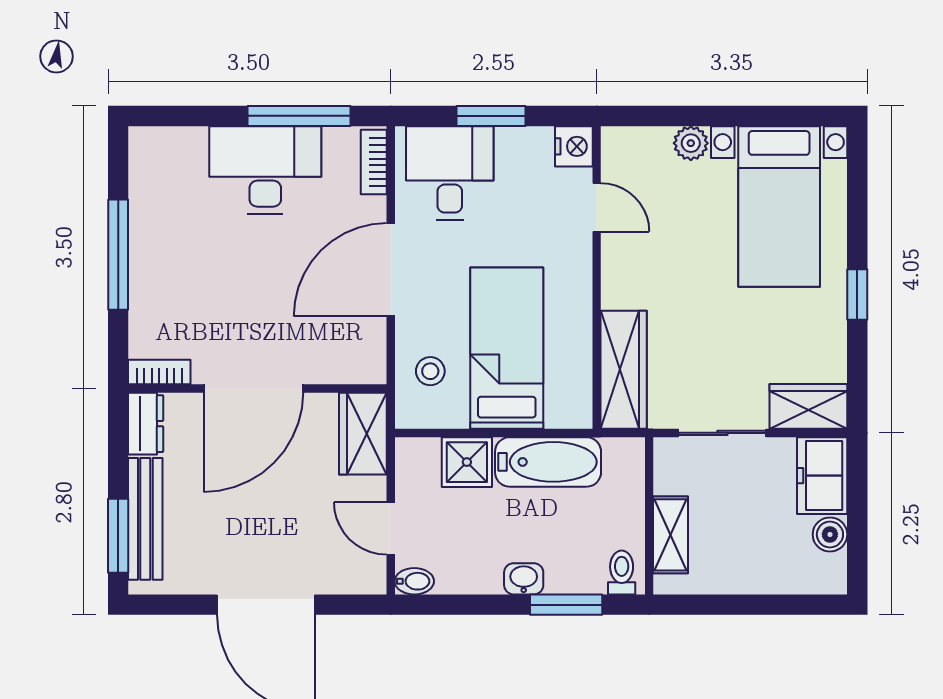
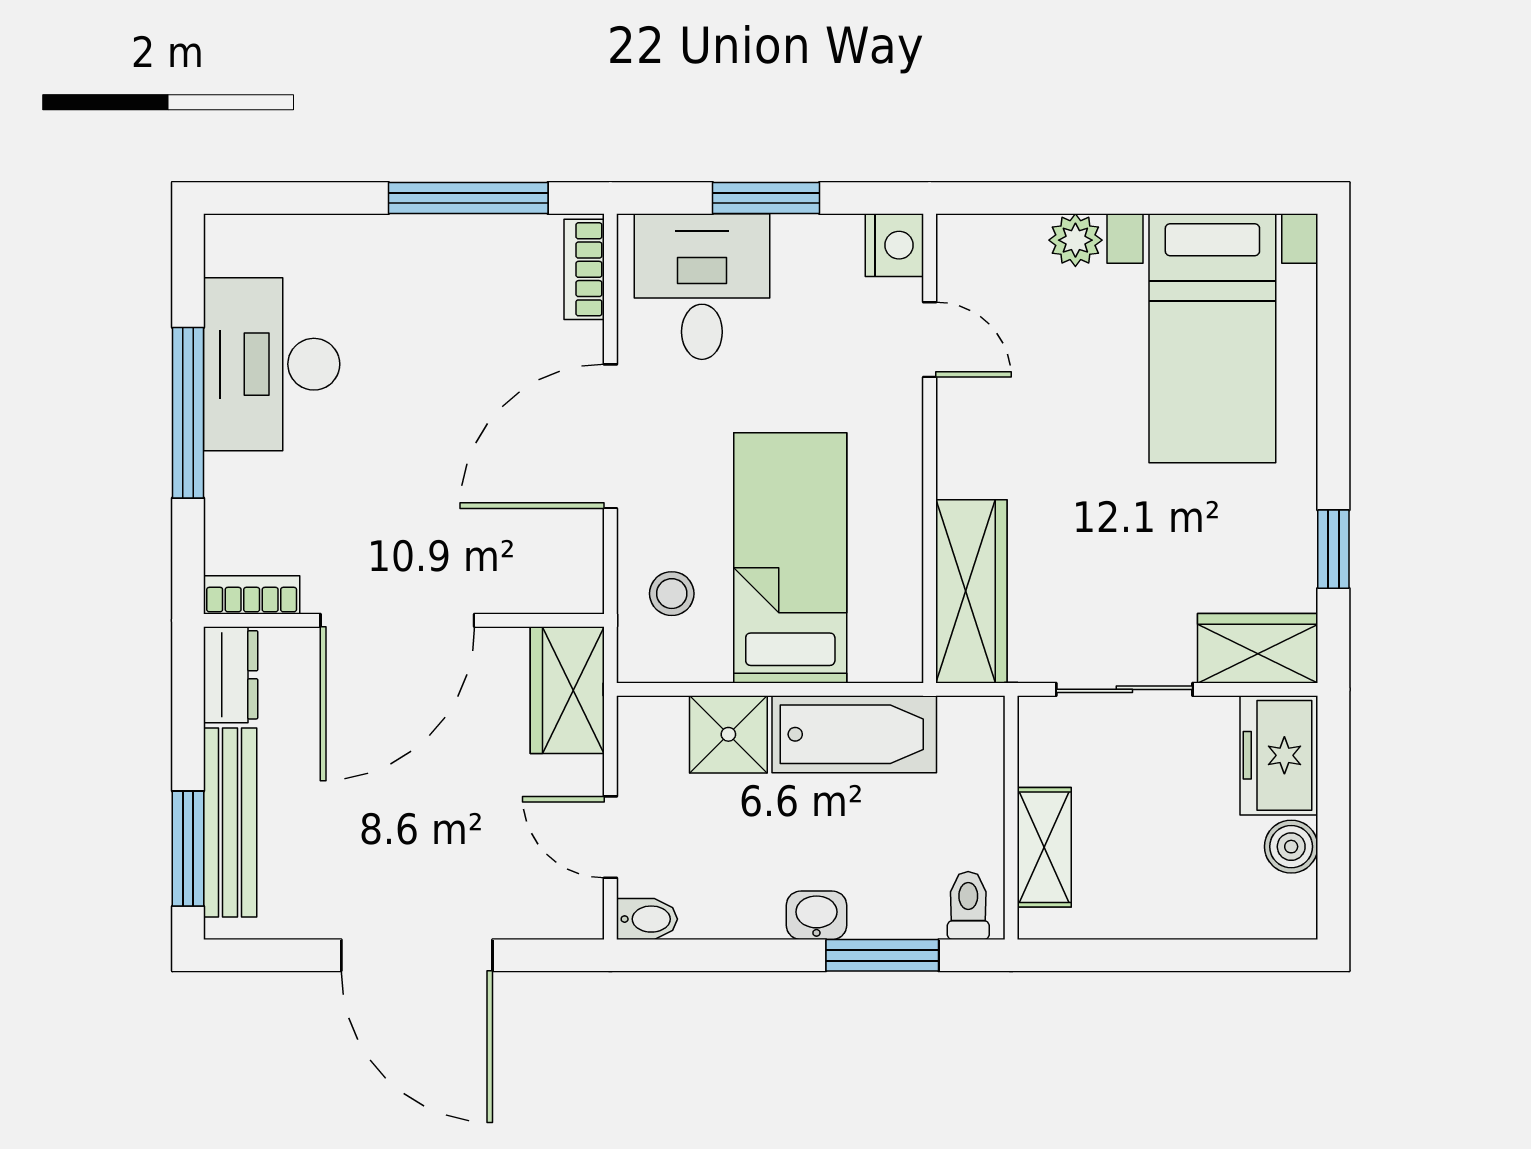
desk: (265, 170) -> (272, 364), moved, turned -90
window: (857, 295) -> (1333, 549), moved

